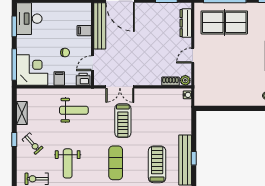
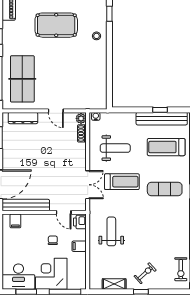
filing cabinet: (84, 31) -> (15, 221), moved
corner desk: (32, 70) -> (51, 274), moved
weight bench: (68, 163) -> (115, 148), moved

